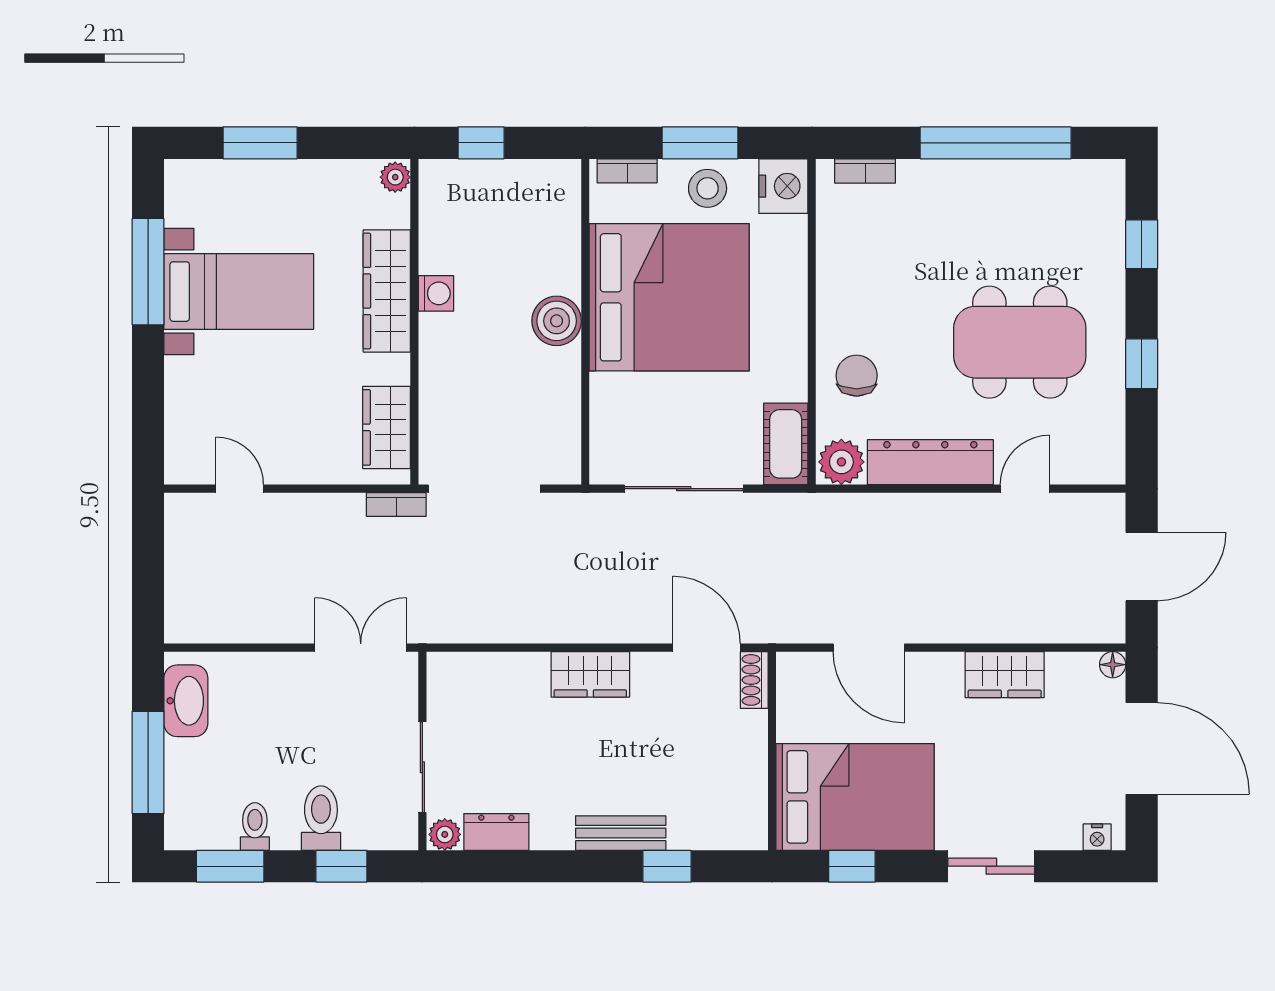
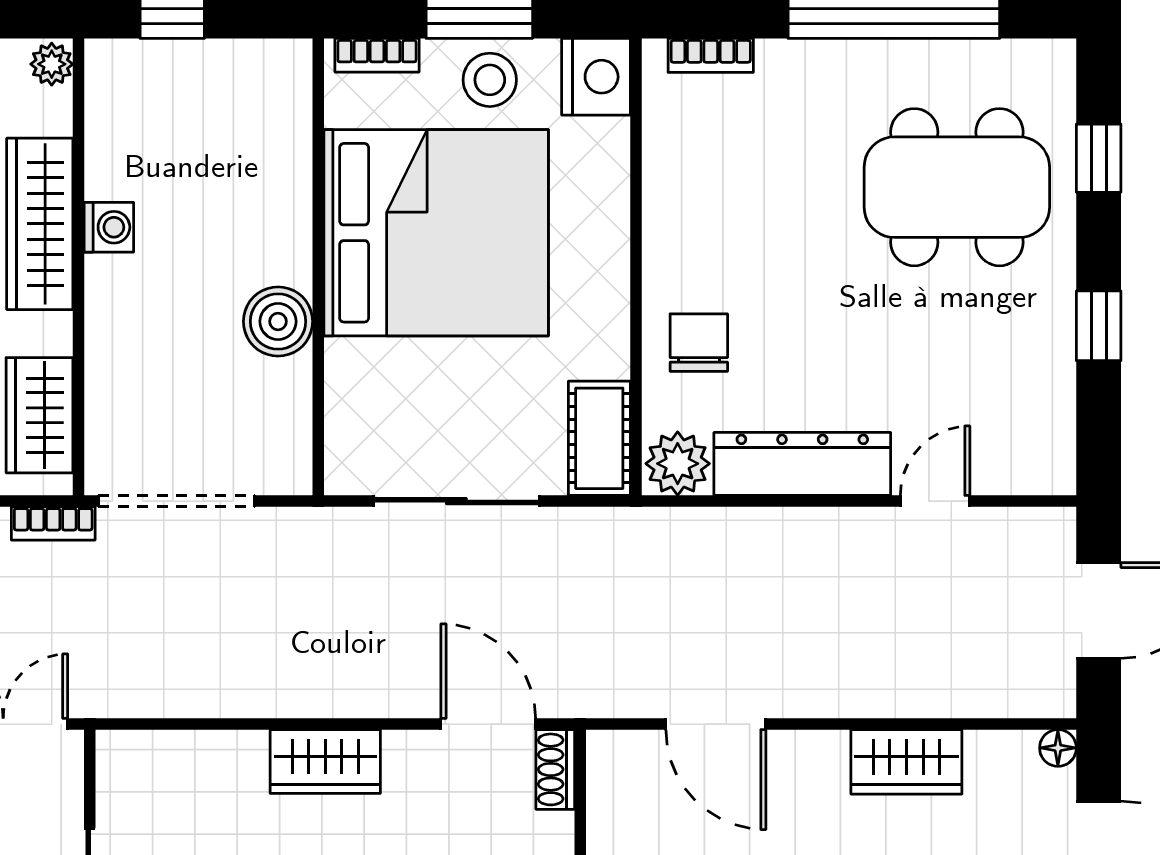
boiler: (557, 321) -> (278, 321), moved
dining table: (1020, 342) -> (957, 187), moved

